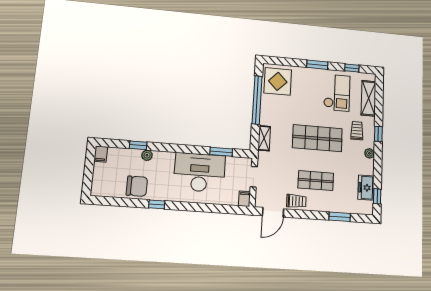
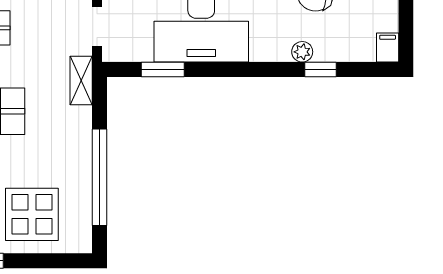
display table: (278, 81) -> (32, 214), moved
shelving: (264, 138) -> (81, 81), moved

